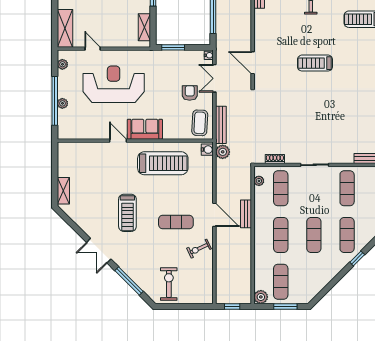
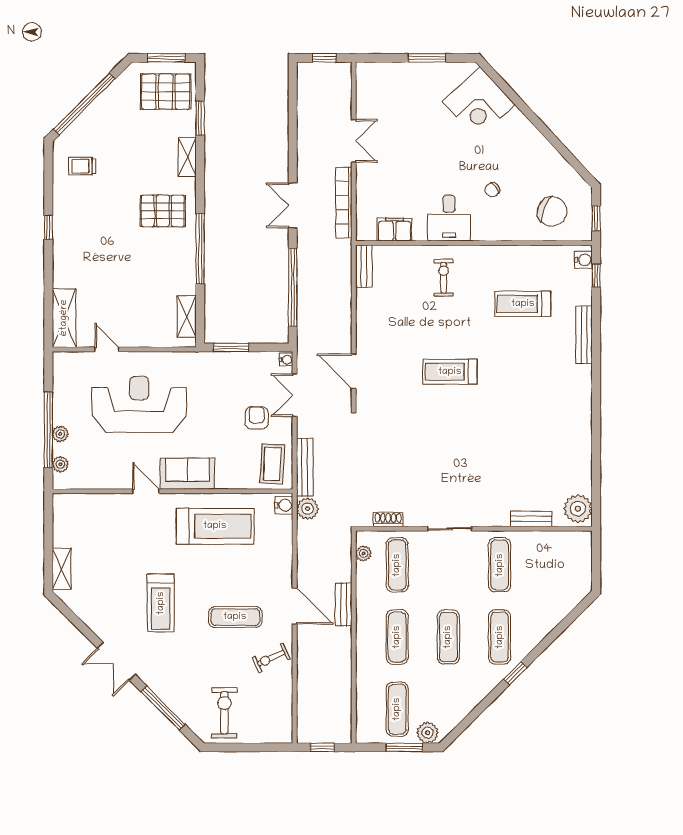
plant: (62, 64) -> (60, 464), moved
plant: (261, 297) -> (428, 733), moved

